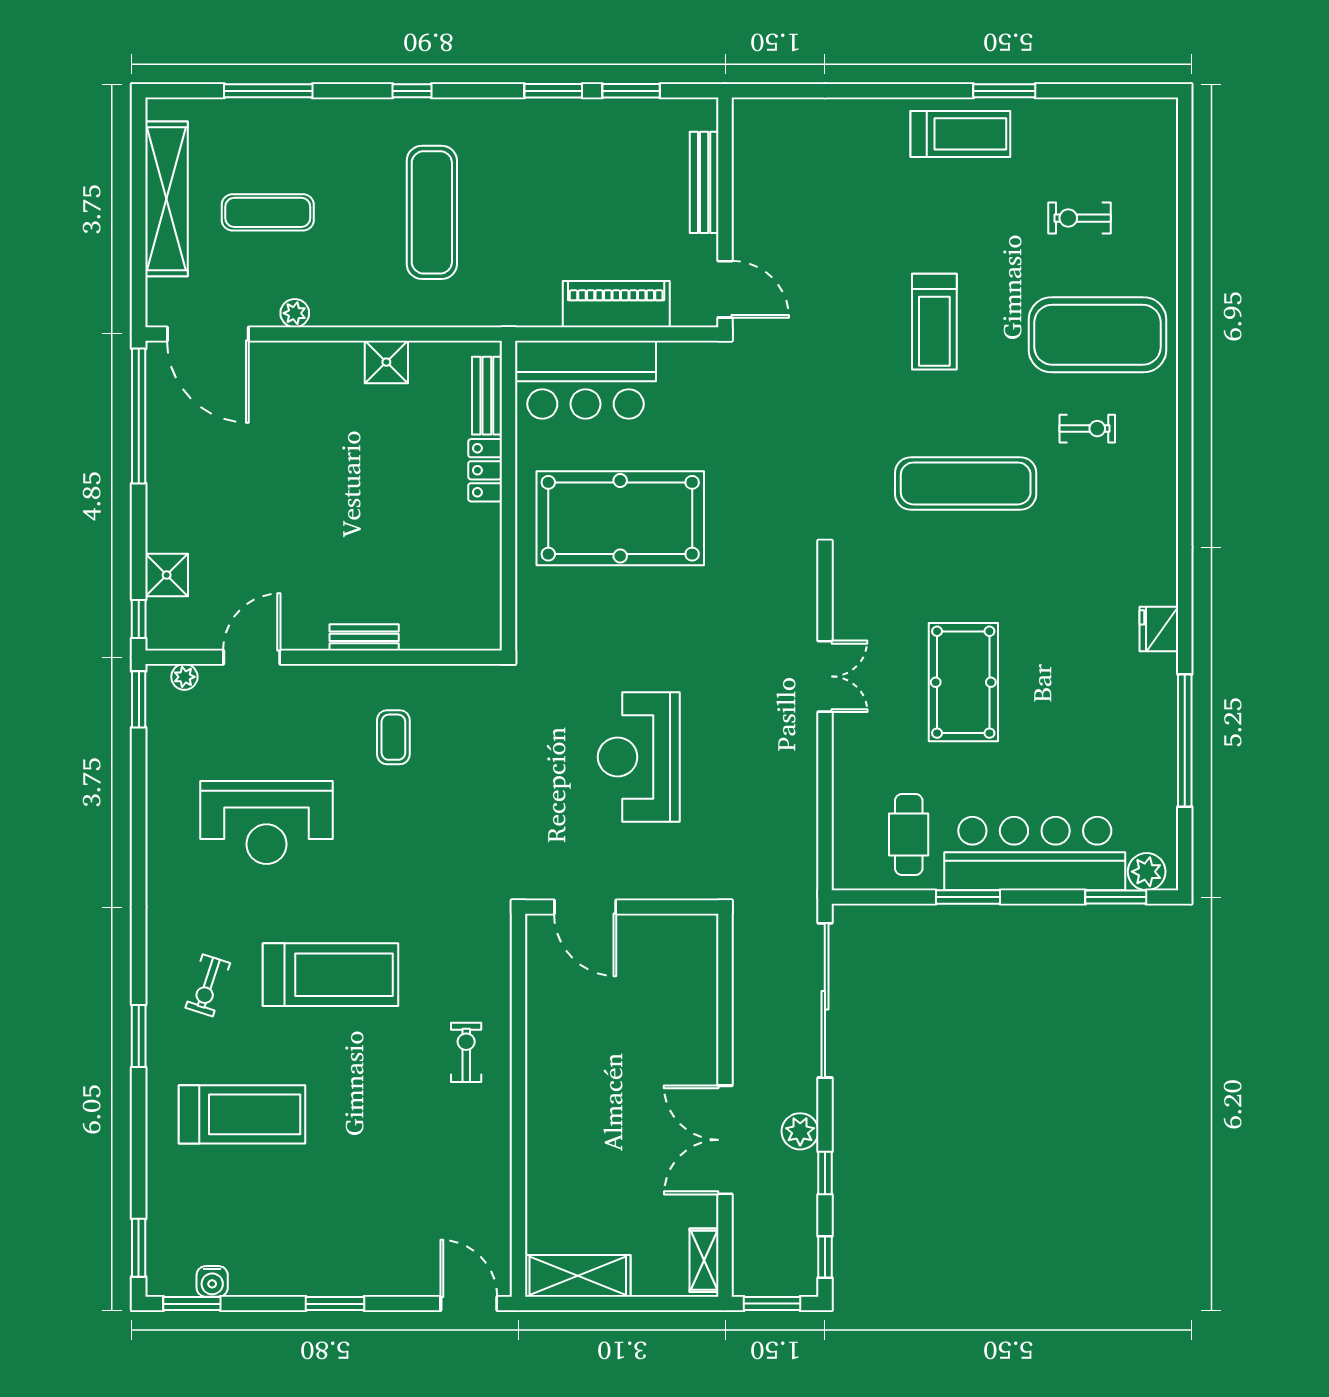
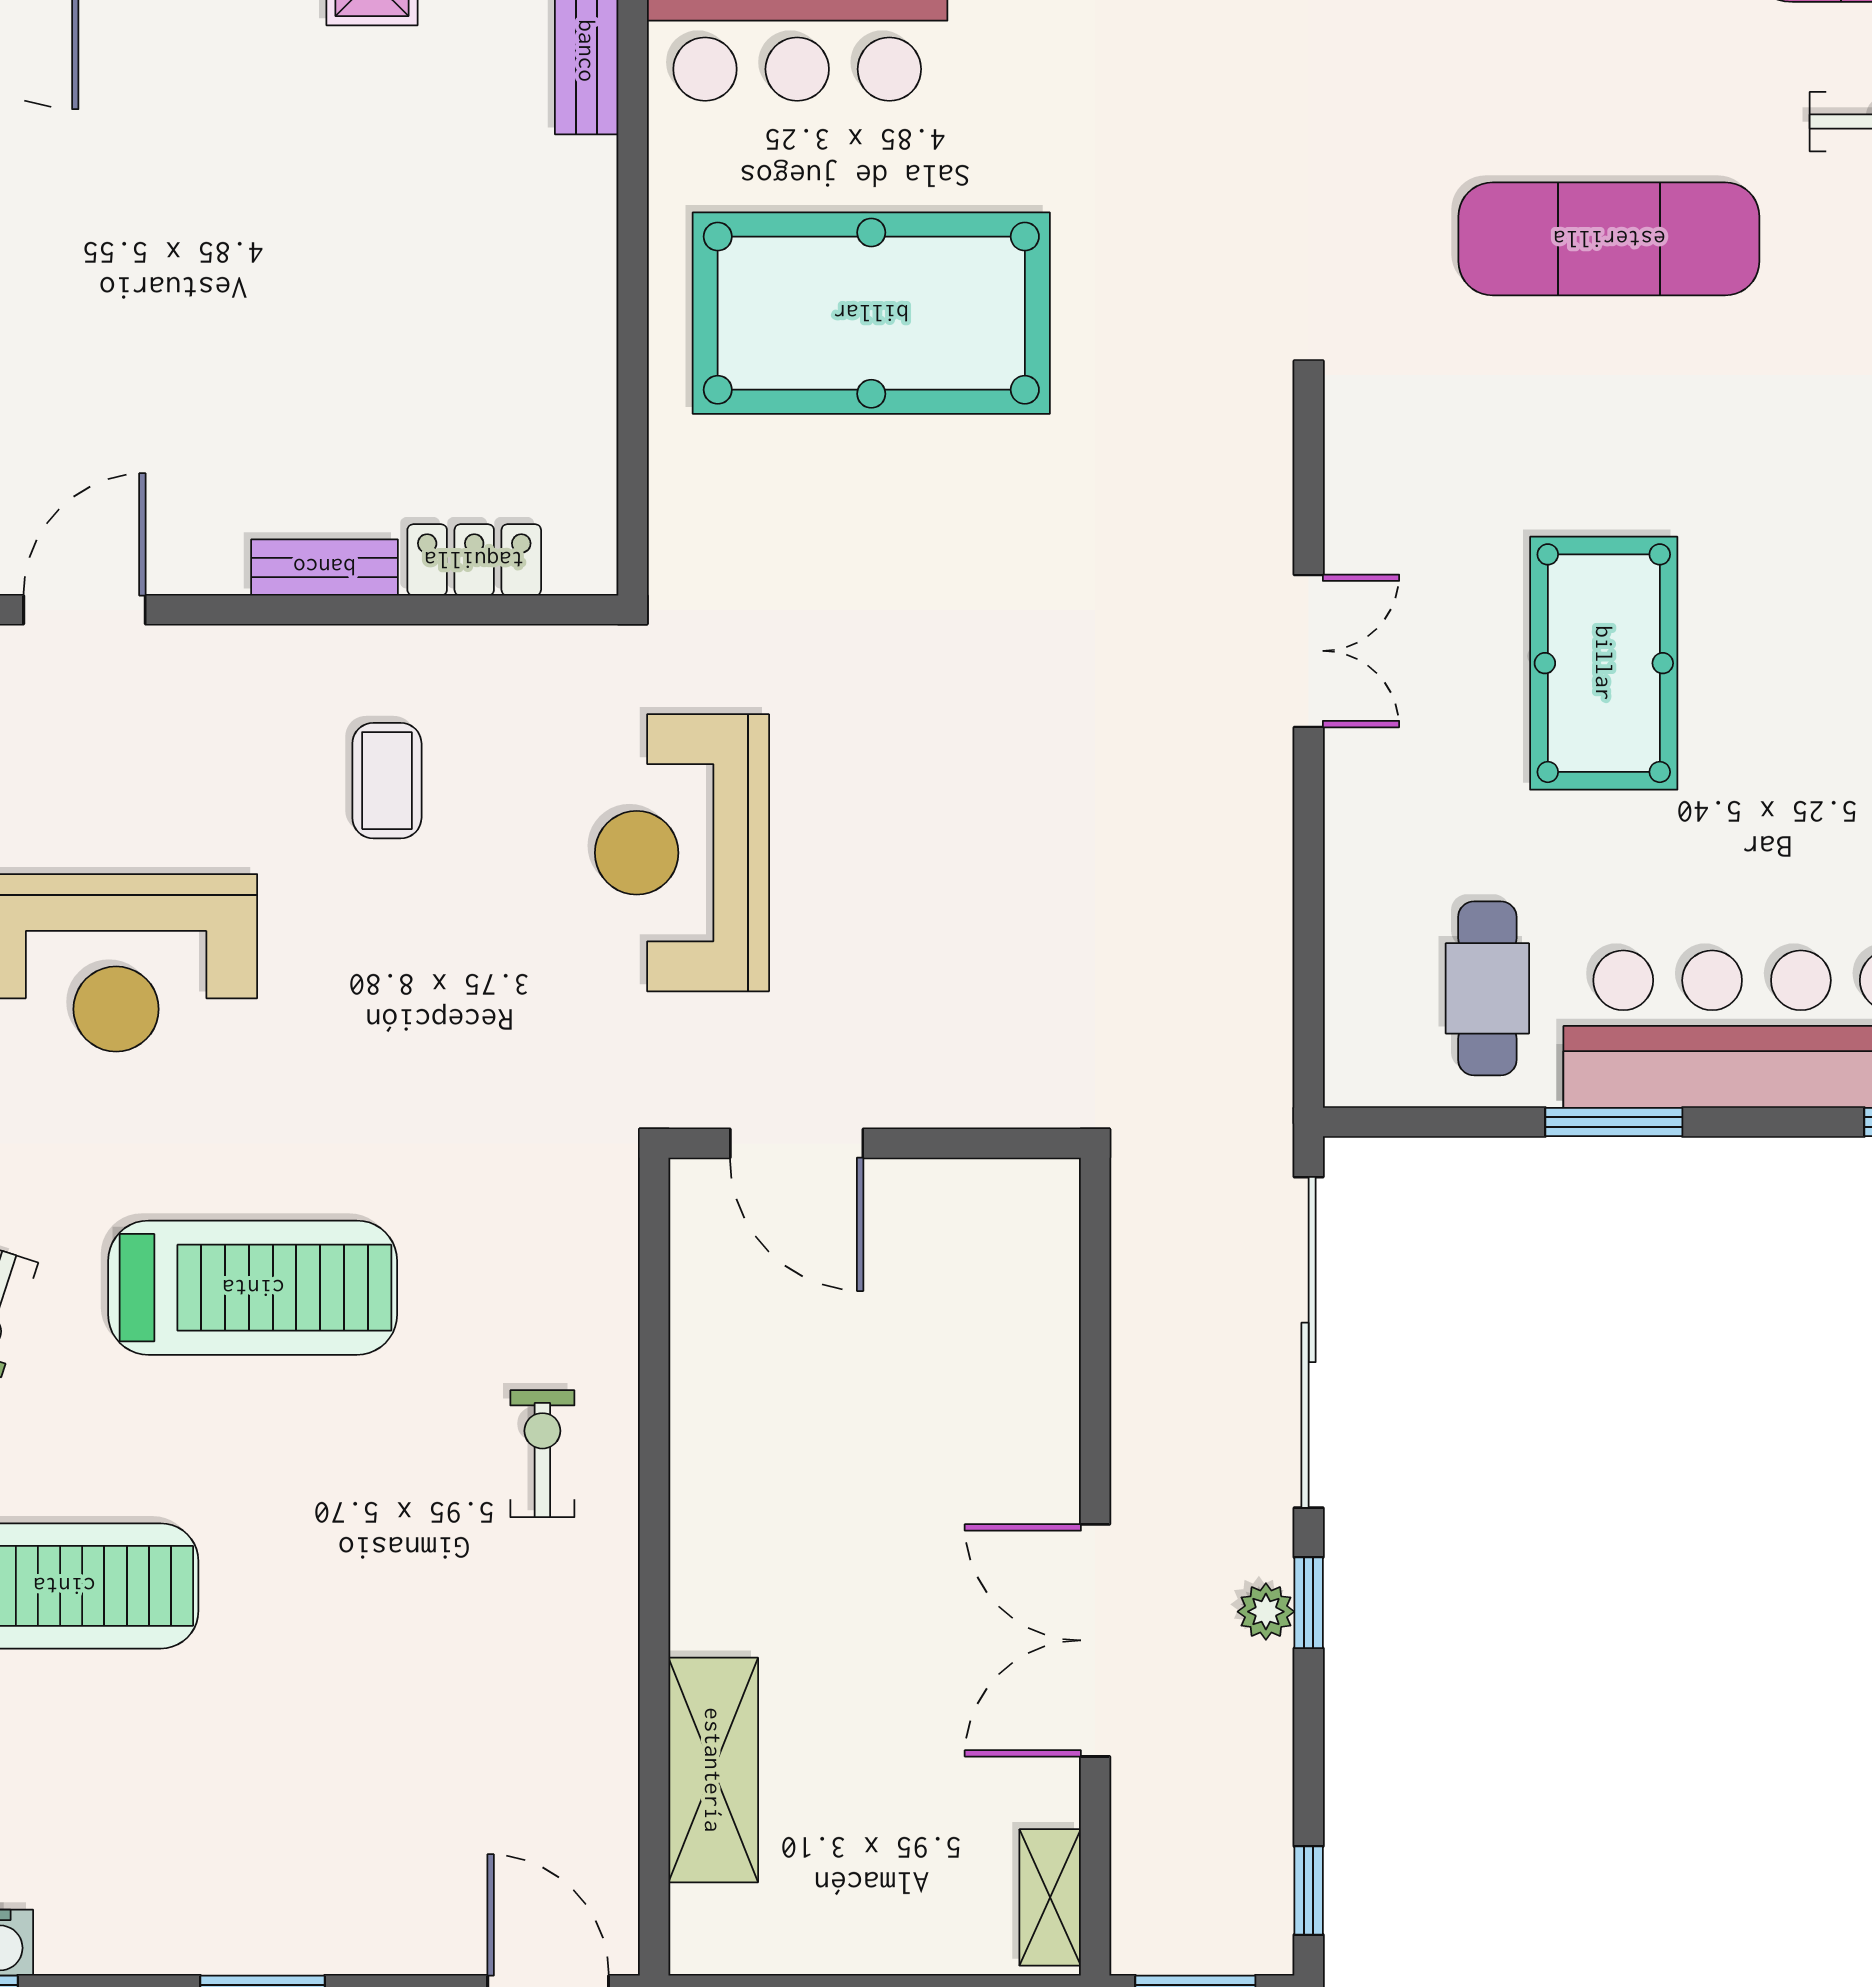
locker: (485, 470) -> (474, 560), moved, turned 90
reception desk: (639, 757) -> (682, 853), moved
plant: (800, 1131) -> (1266, 1612), width x0.73, depth x0.73
window: (825, 1173) -> (1309, 1603), moved
shelving: (578, 1276) -> (713, 1770), moved, turned 90

